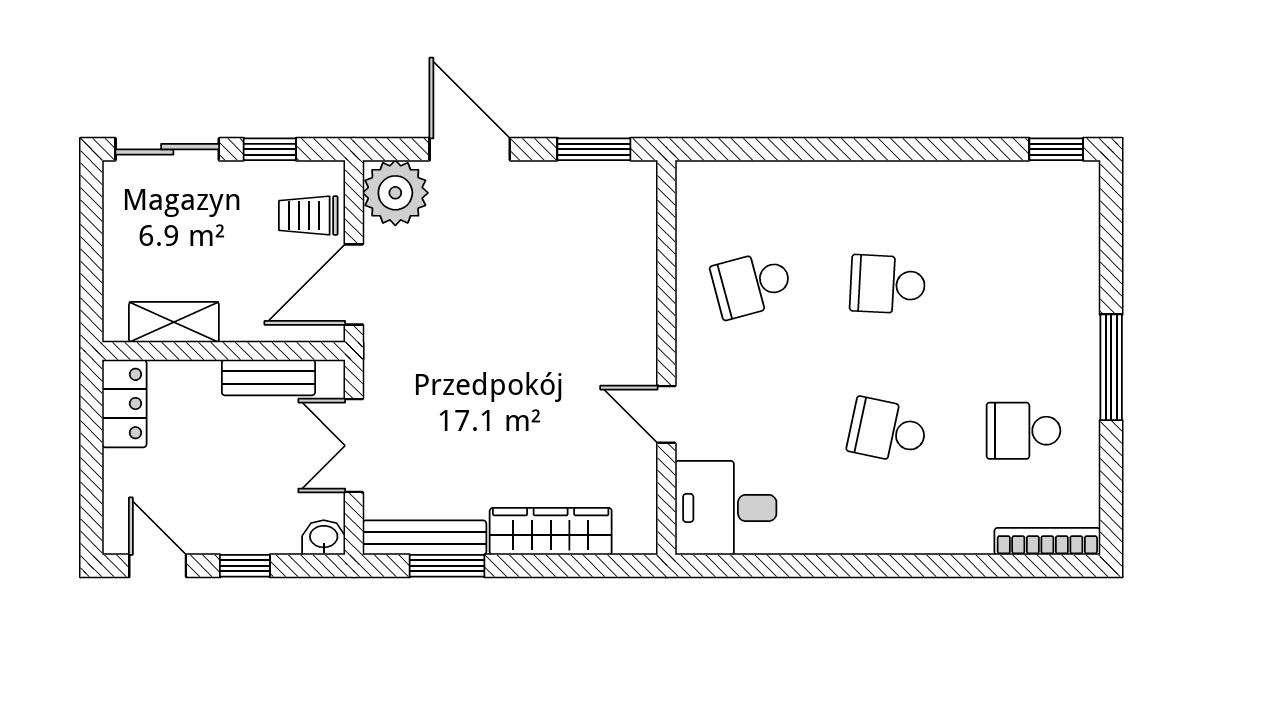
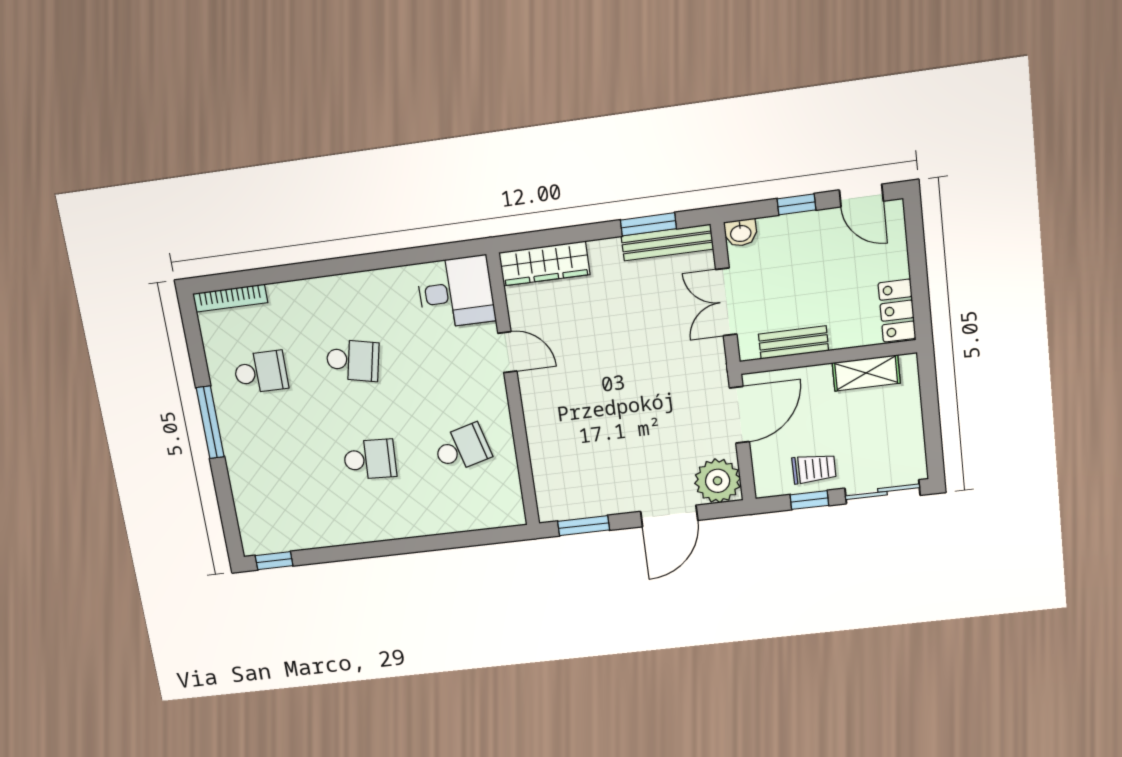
door: (470, 149) -> (669, 516), hinge flipped
trolley: (308, 216) -> (814, 469), moved
double door: (354, 446) -> (726, 302), swing flipped
wardrobe: (551, 531) -> (544, 263), moved

